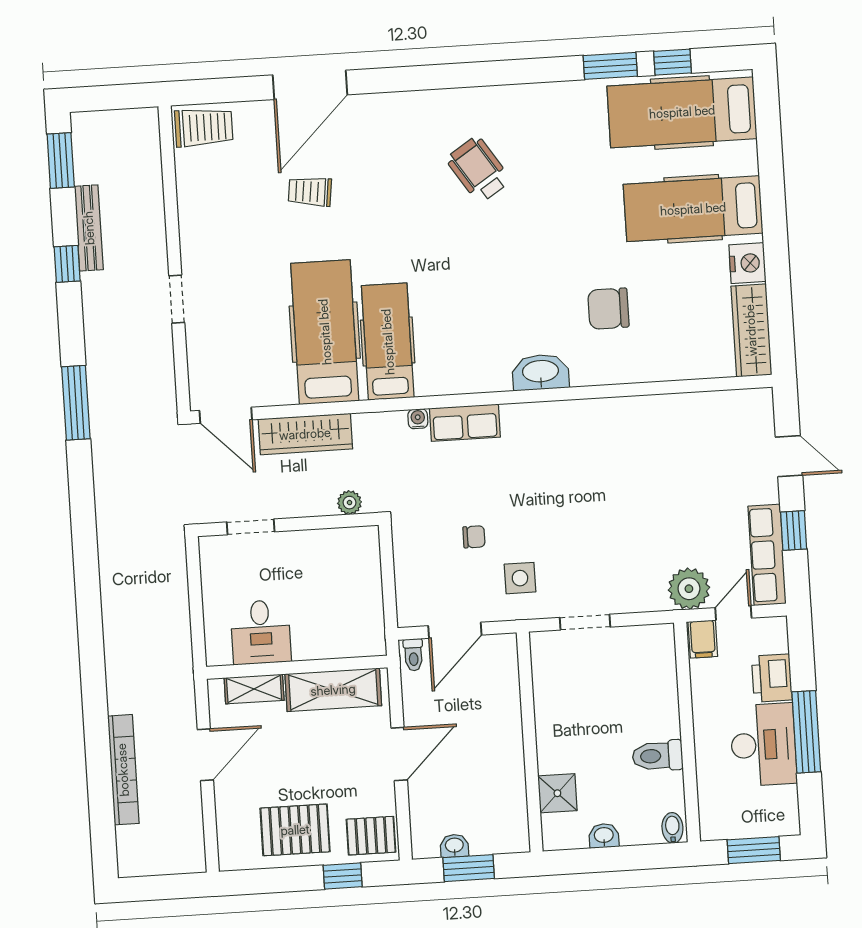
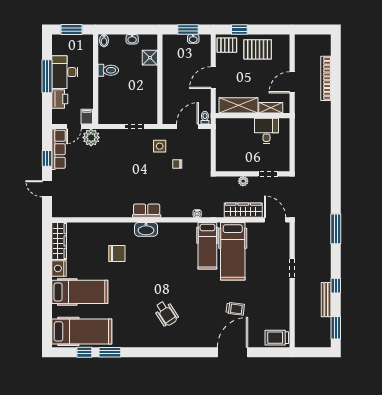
row of seats: (465, 423) -> (147, 211), moved
plant: (349, 503) -> (243, 181), moved

